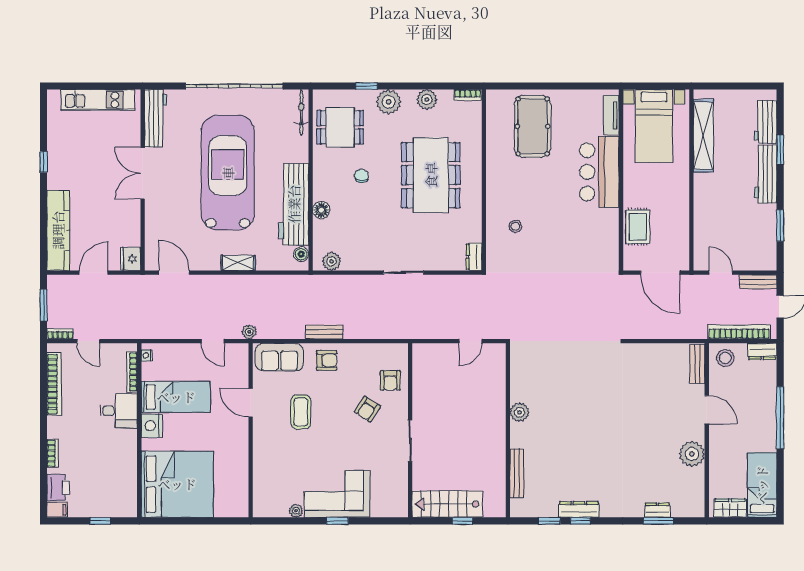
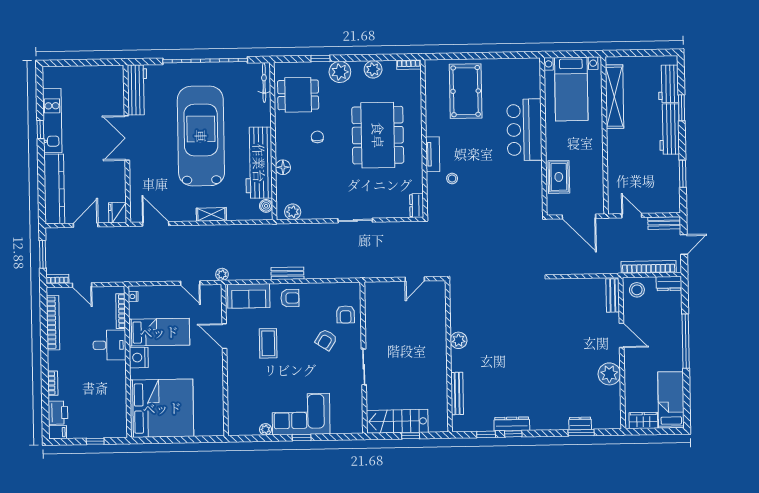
kitchen unit: (98, 100) -> (52, 121), moved, turned -90
tv unit: (611, 115) -> (433, 154), moved, turned 180

